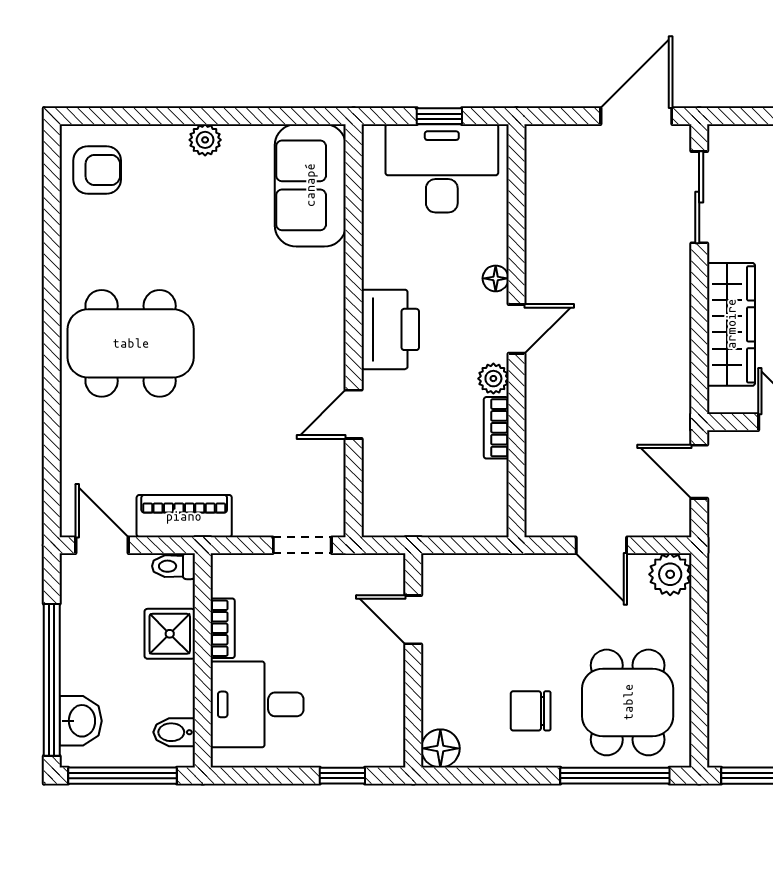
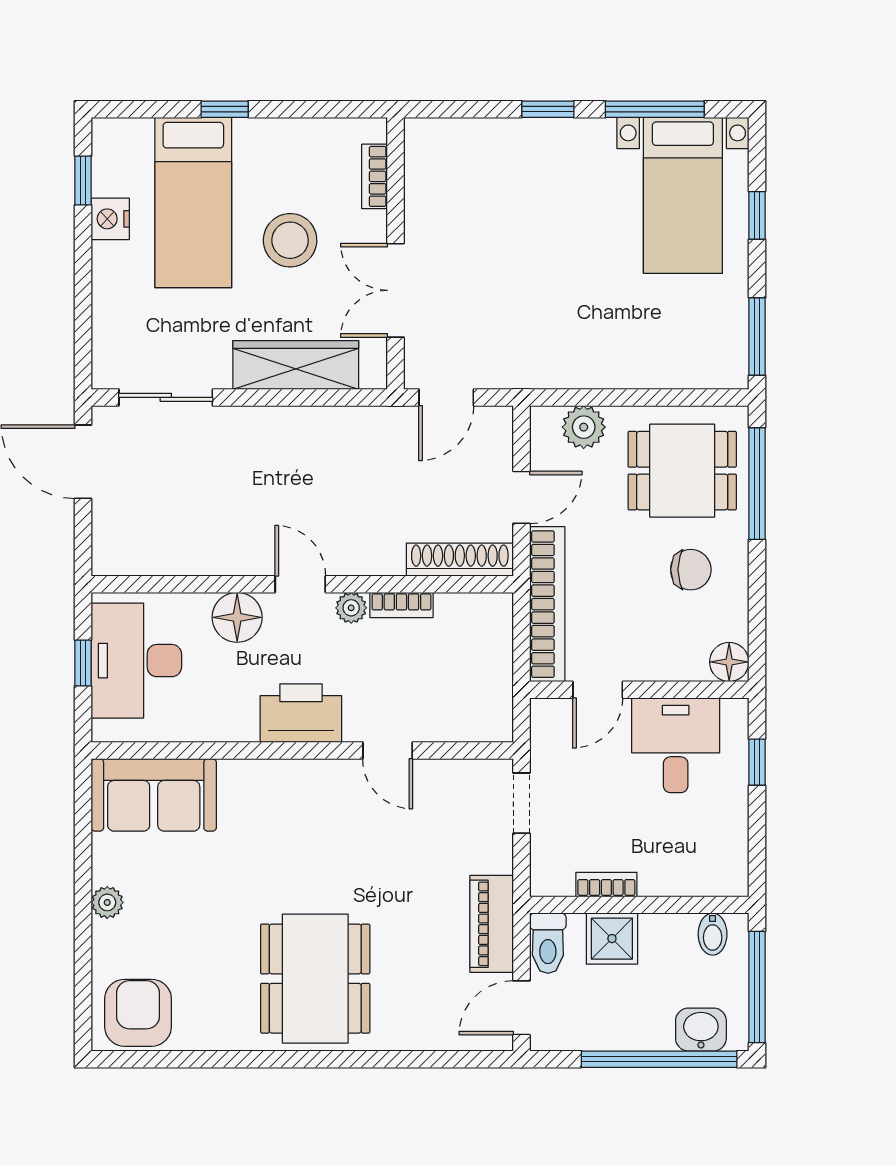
armchair: (97, 170) -> (138, 1013), width x1.38, depth x1.38
floor lamp: (496, 278) -> (237, 617), width x1.89, depth x1.89
shoe rack: (541, 485) -> (460, 560), added
toilet: (173, 566) -> (548, 943), width x1.37, depth x1.39
bookcase: (497, 570) -> (547, 604), added
plant: (670, 574) -> (584, 427), moved
desk: (257, 704) -> (676, 745), moved, turned 180
chair: (531, 711) -> (691, 570), turned -90

